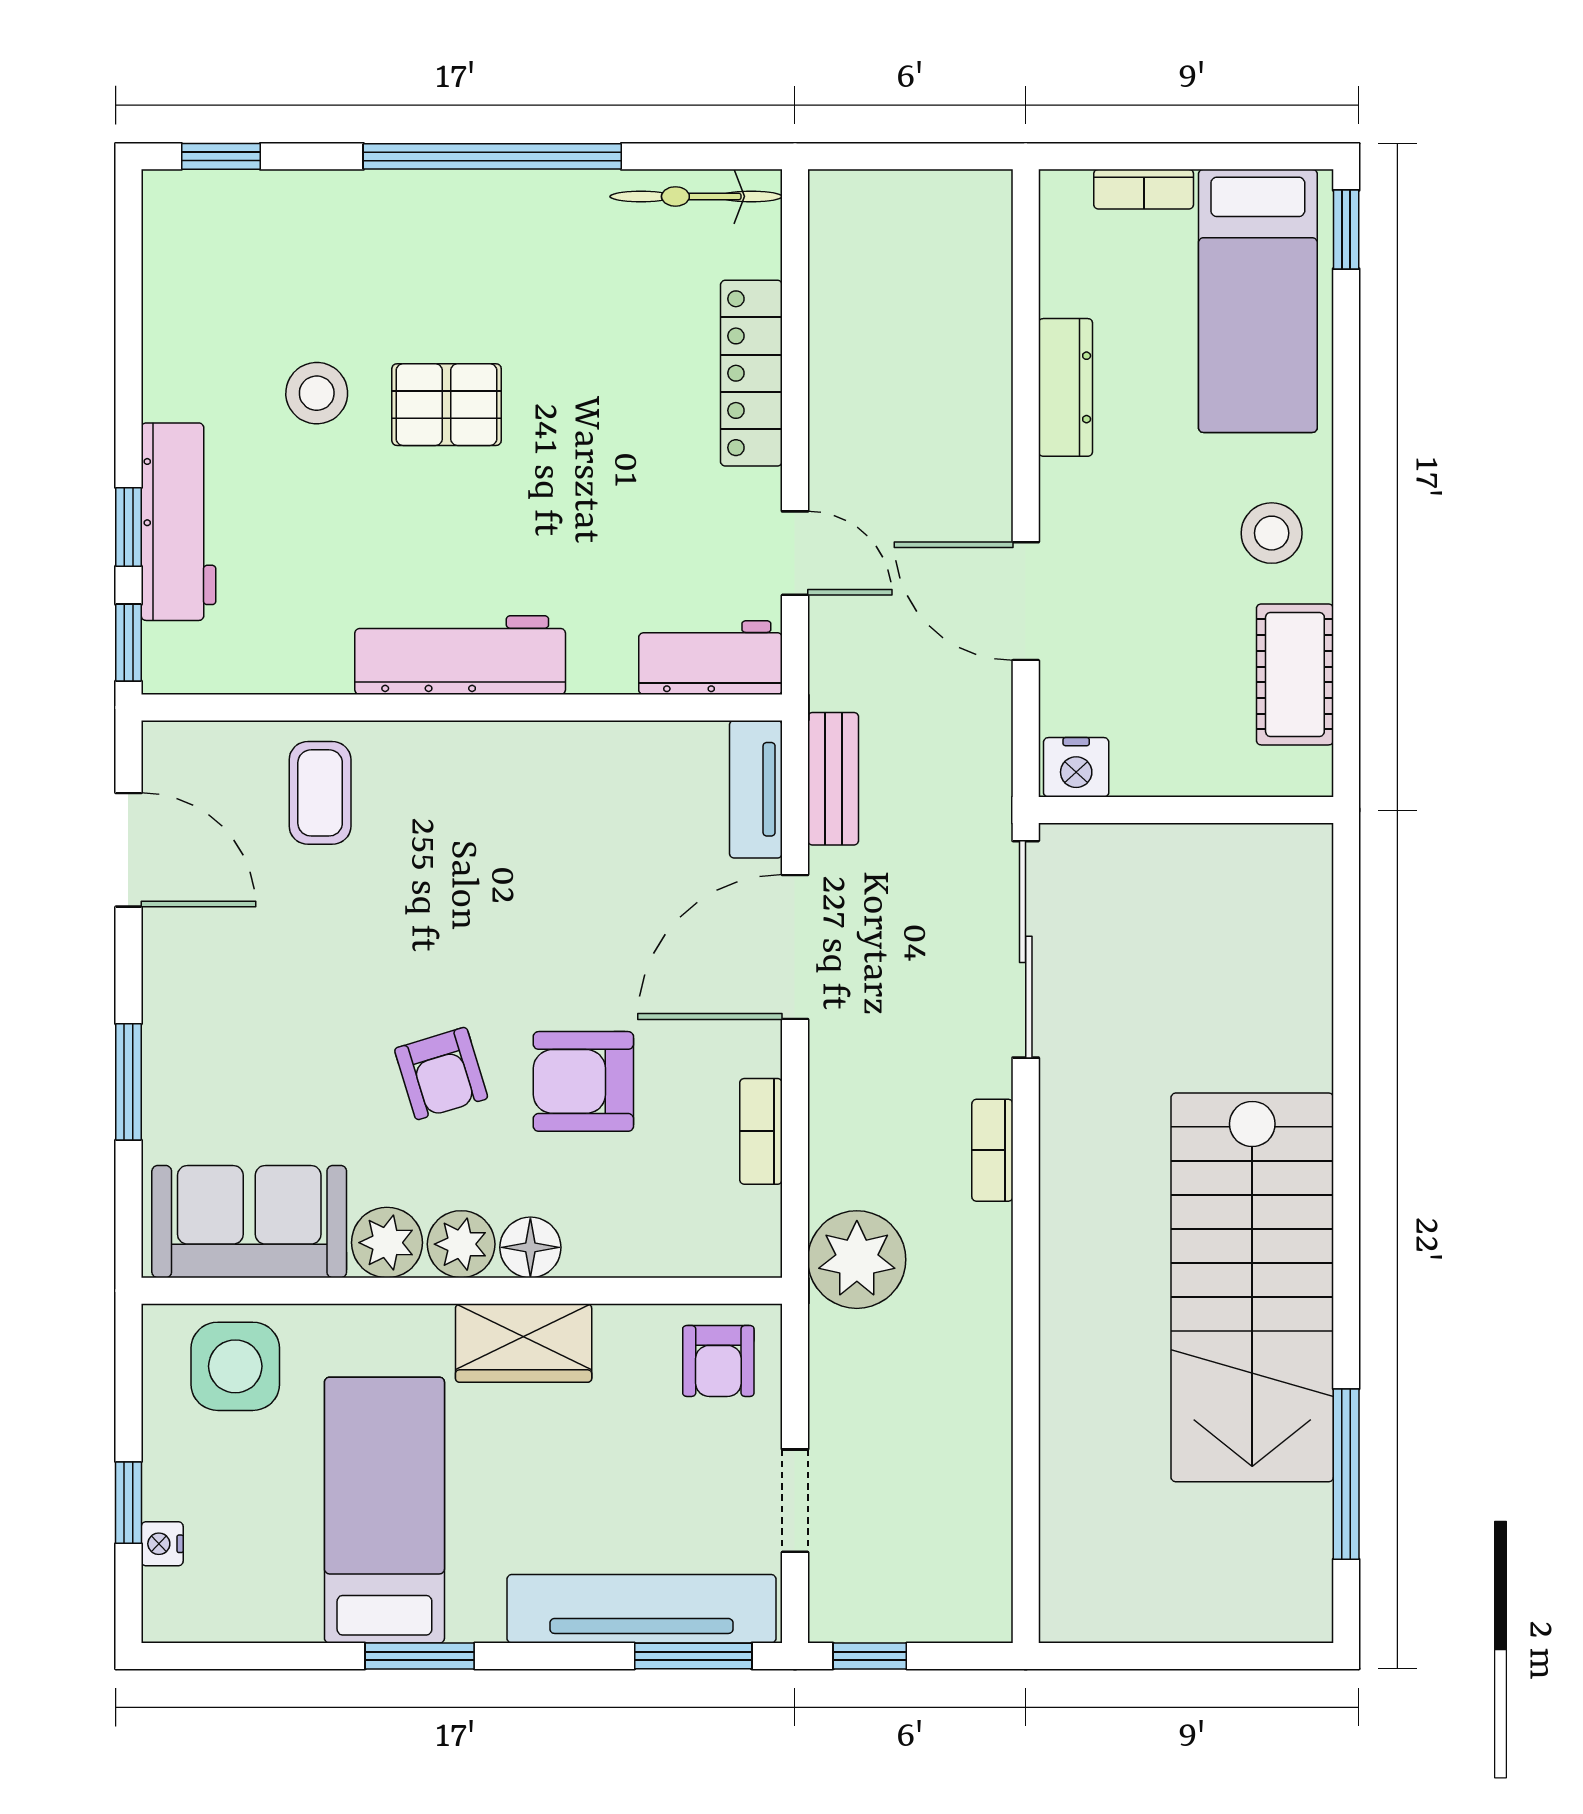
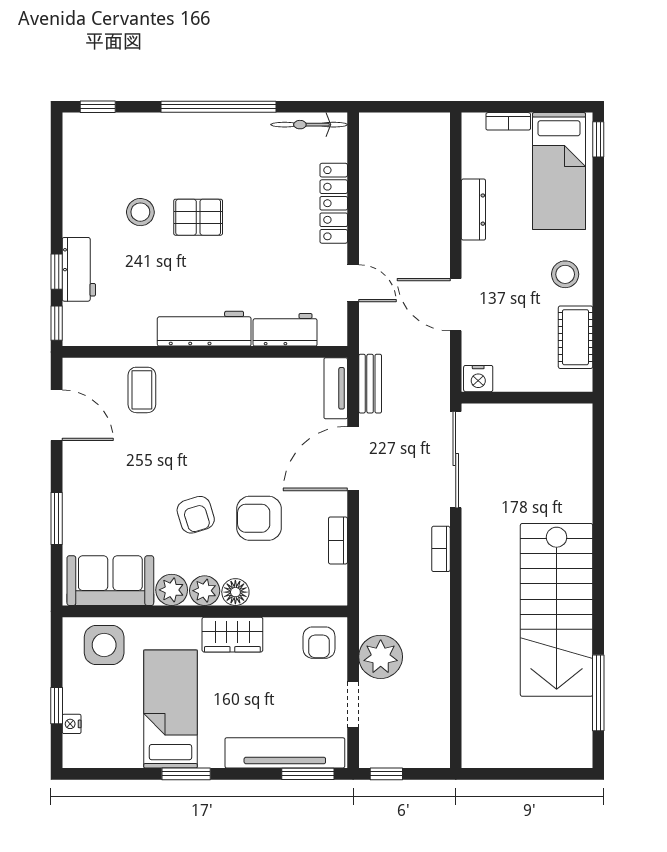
workbench: (178, 522) -> (79, 269), width x0.73
workbench: (711, 658) -> (285, 330), moved
plant: (857, 1260) -> (381, 657), moved

